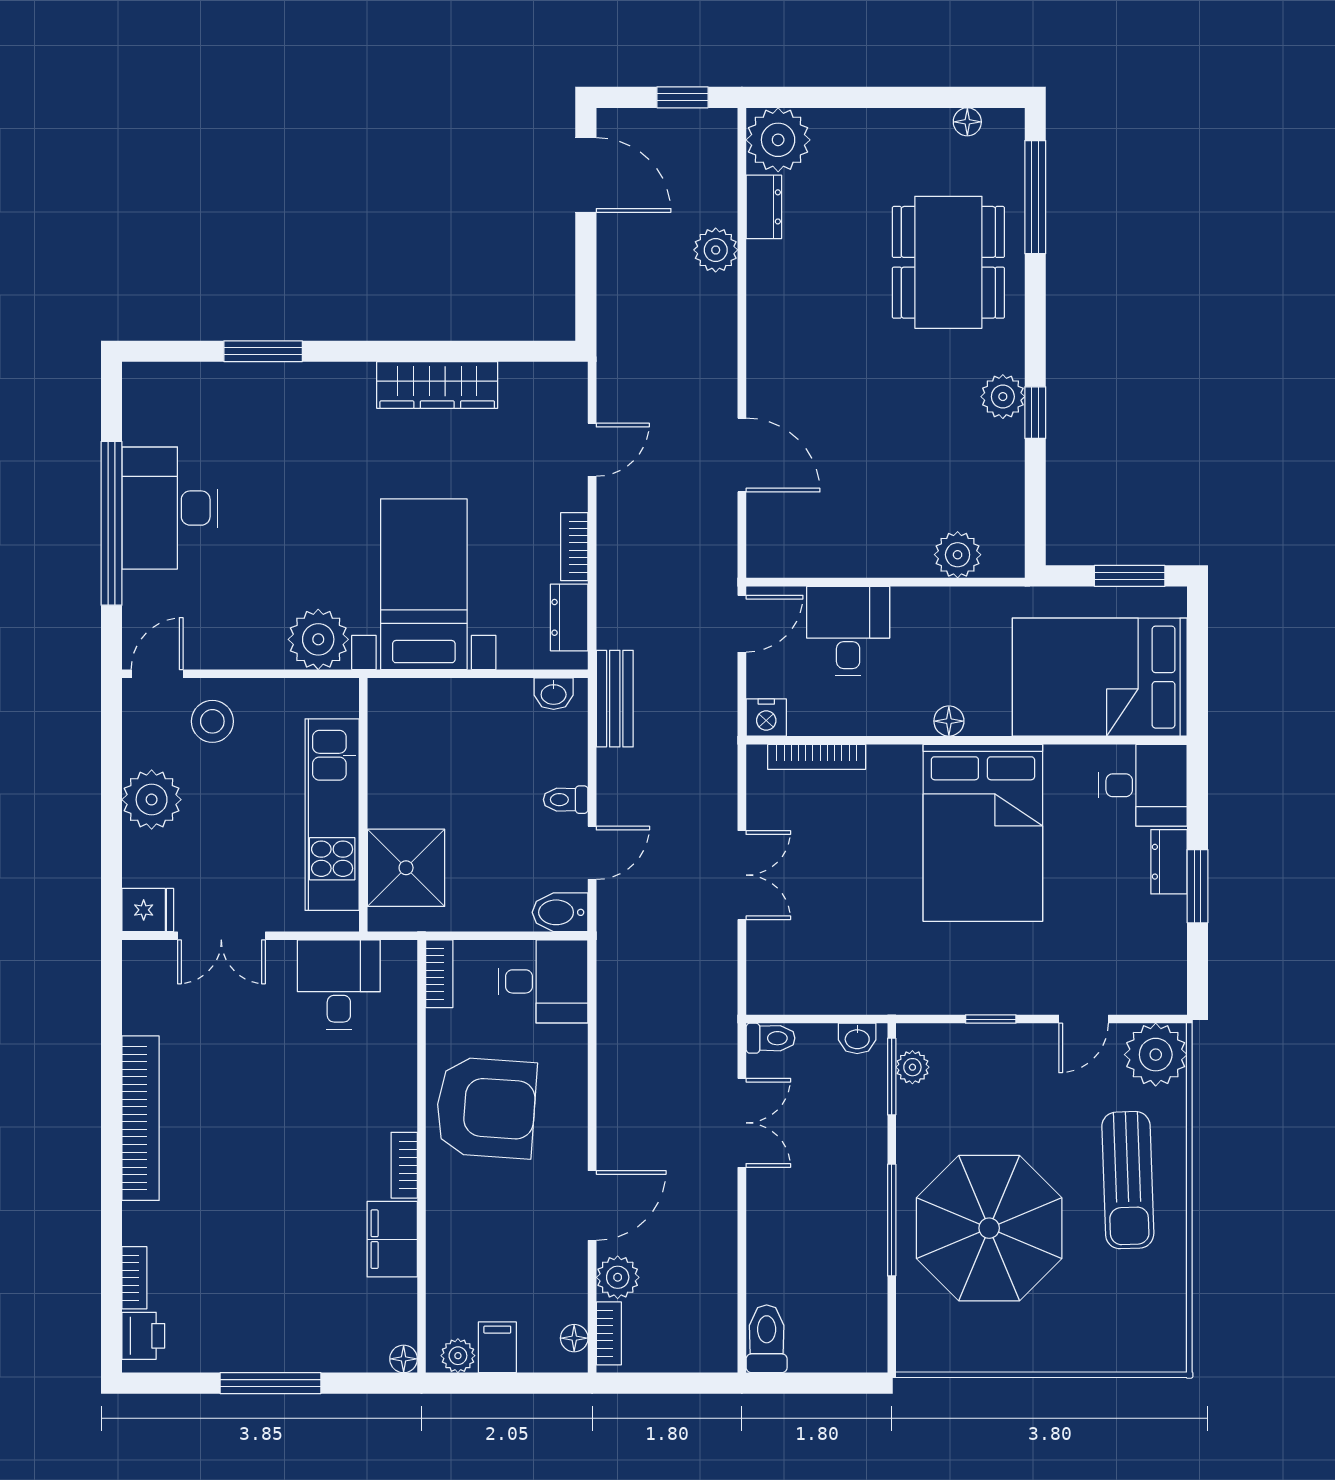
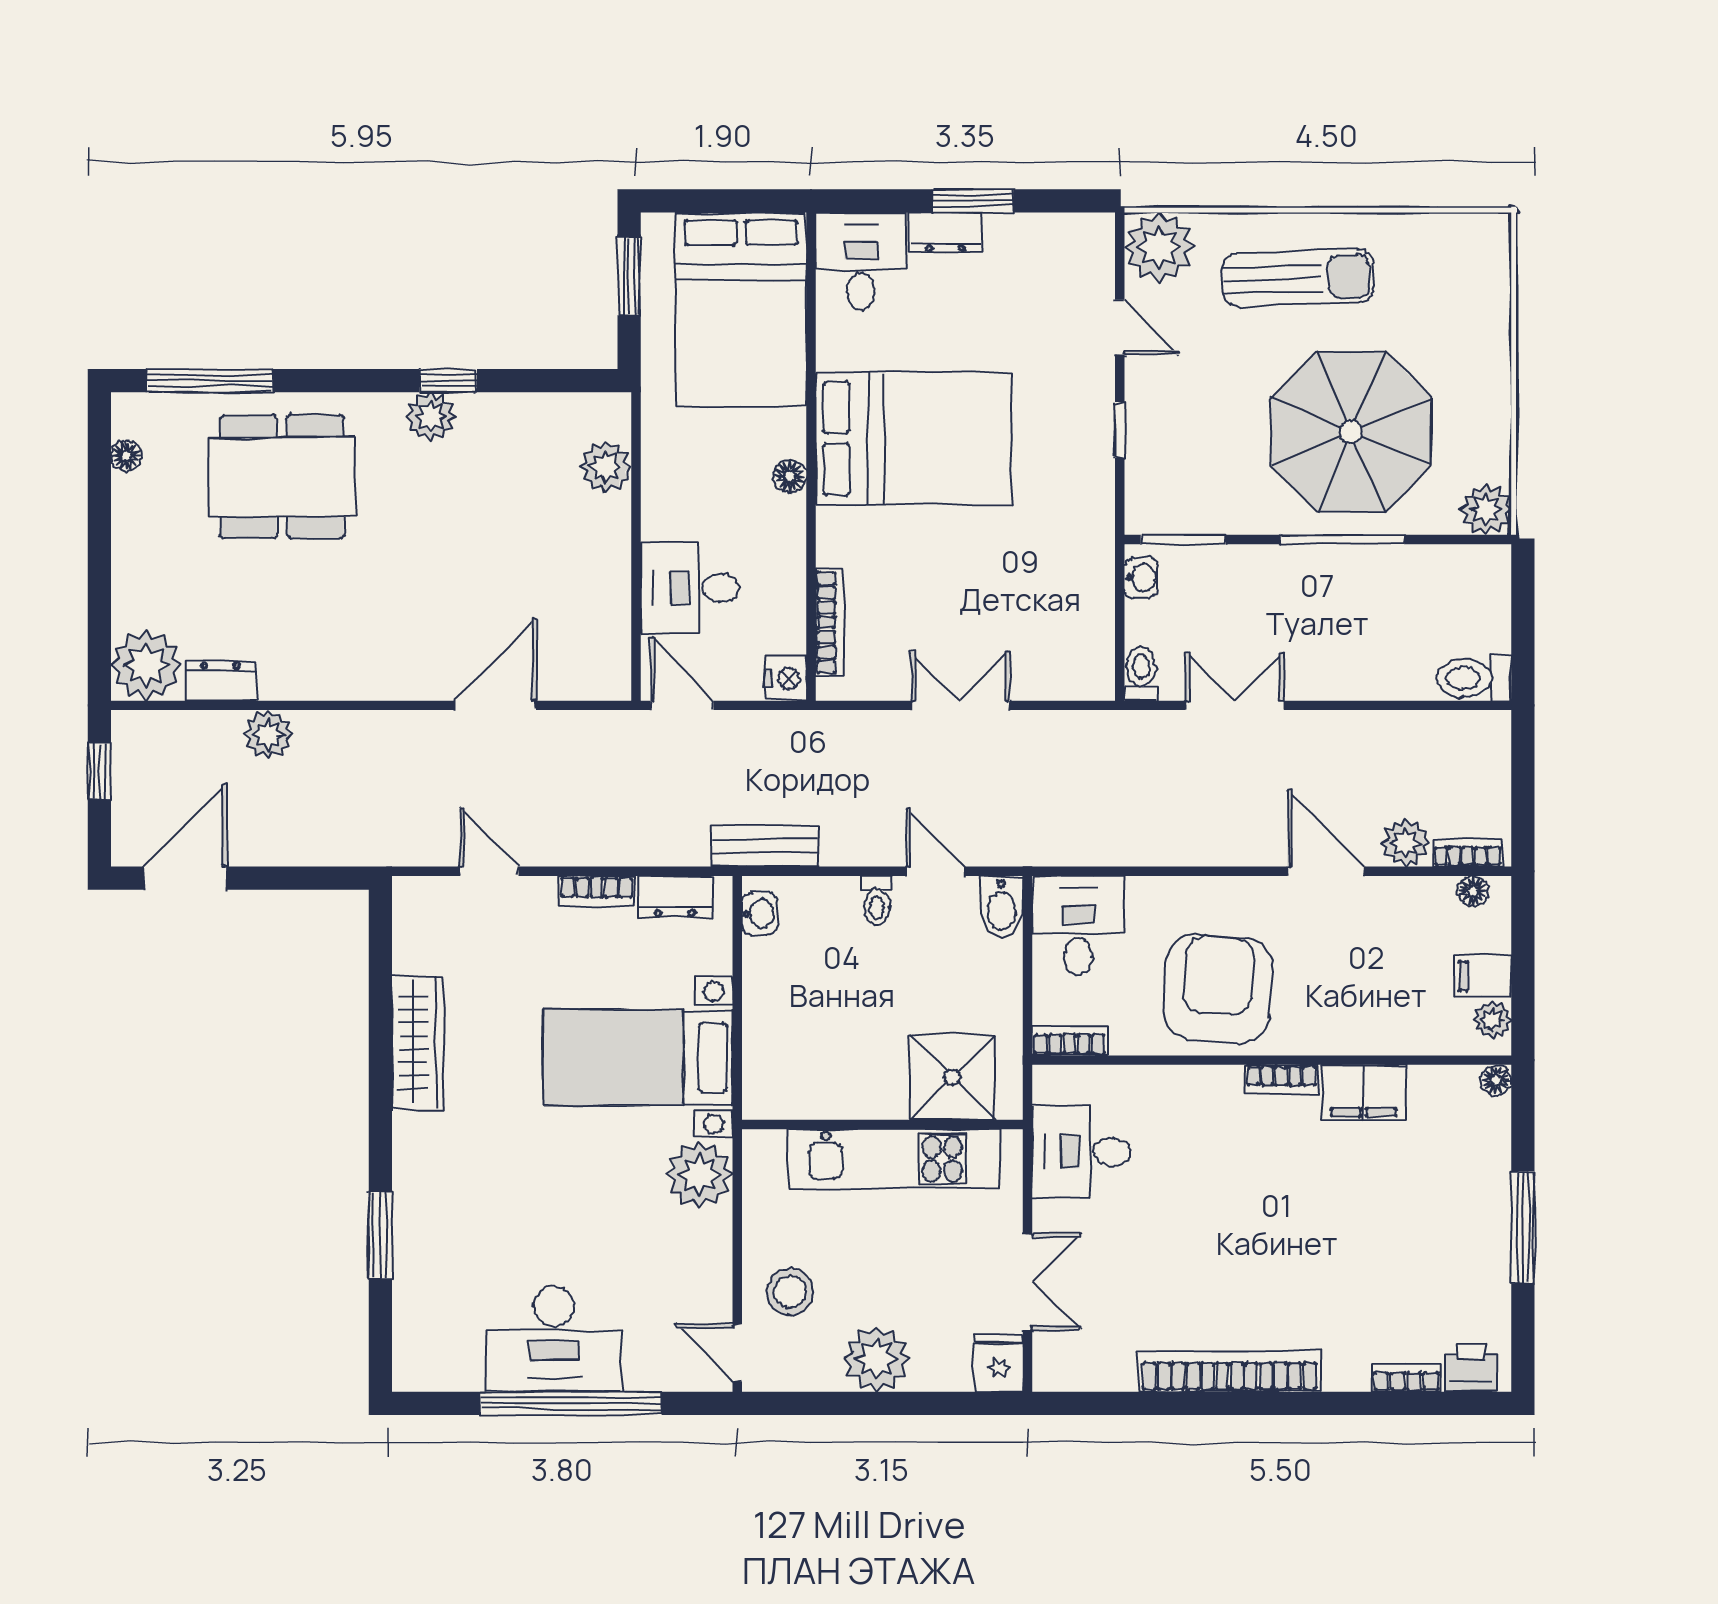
plant: (912, 1067) -> (1486, 510), moved, width x1.38, depth x1.38

